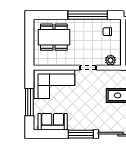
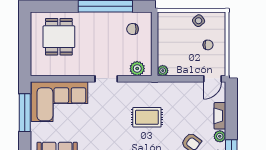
dining table: (54, 37) -> (59, 37), width x0.73
window: (29, 102) -> (25, 113), moved

